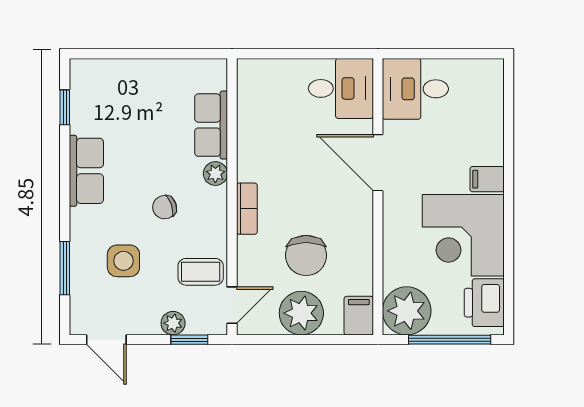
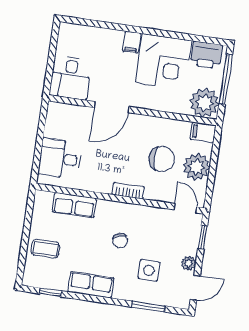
desk: (341, 88) -> (60, 158), moved, turned -90
plant: (215, 174) -> (104, 207), removed
coffee table: (201, 272) -> (45, 249), moved, turned 90
plant: (173, 323) -> (189, 263), moved

